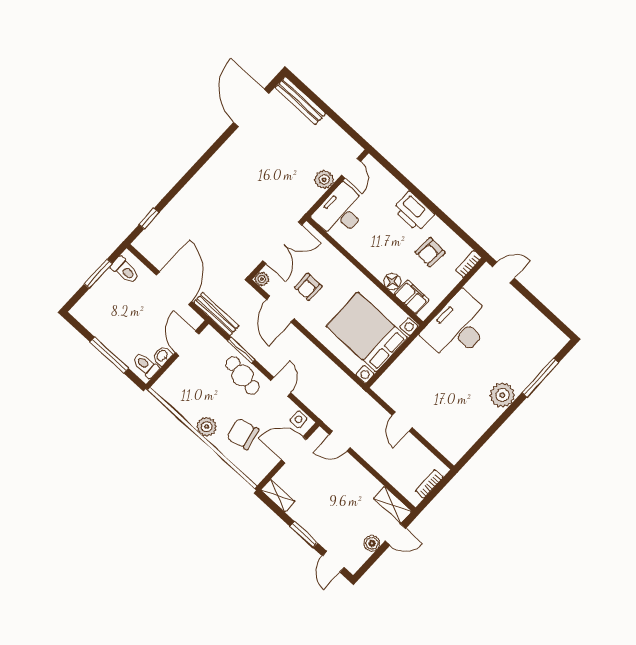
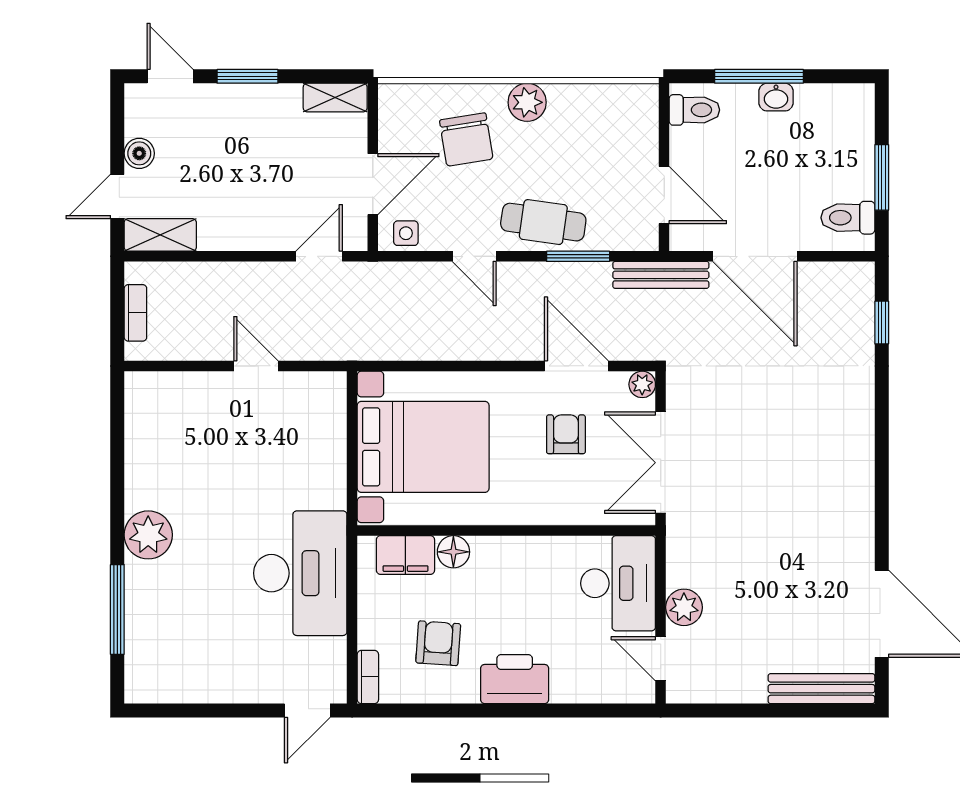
washbasin: (162, 356) -> (776, 97), moved, turned 90
chair: (243, 434) -> (466, 140), turned 94

